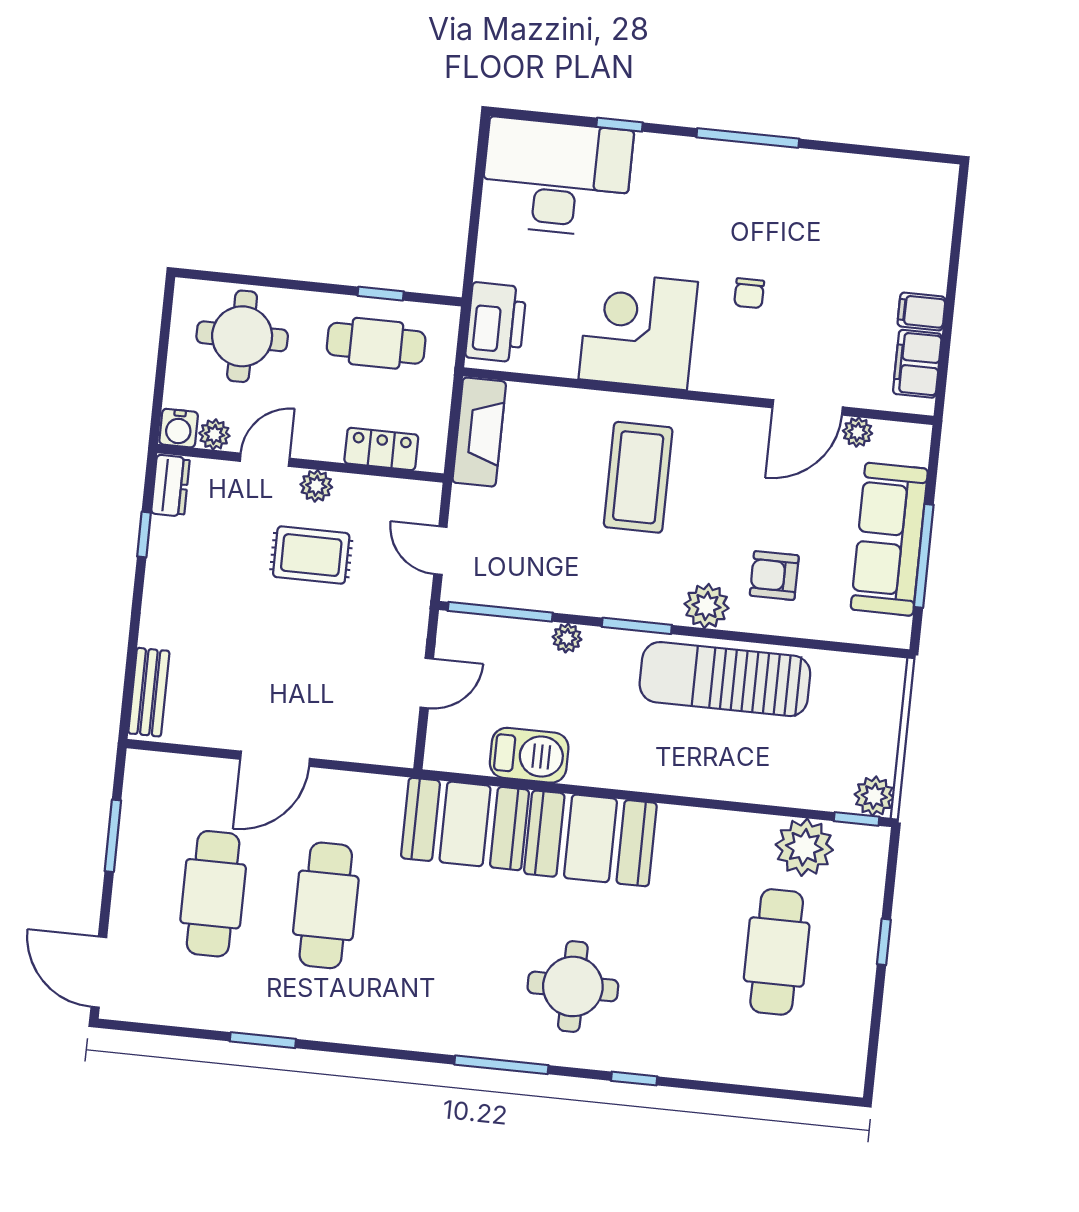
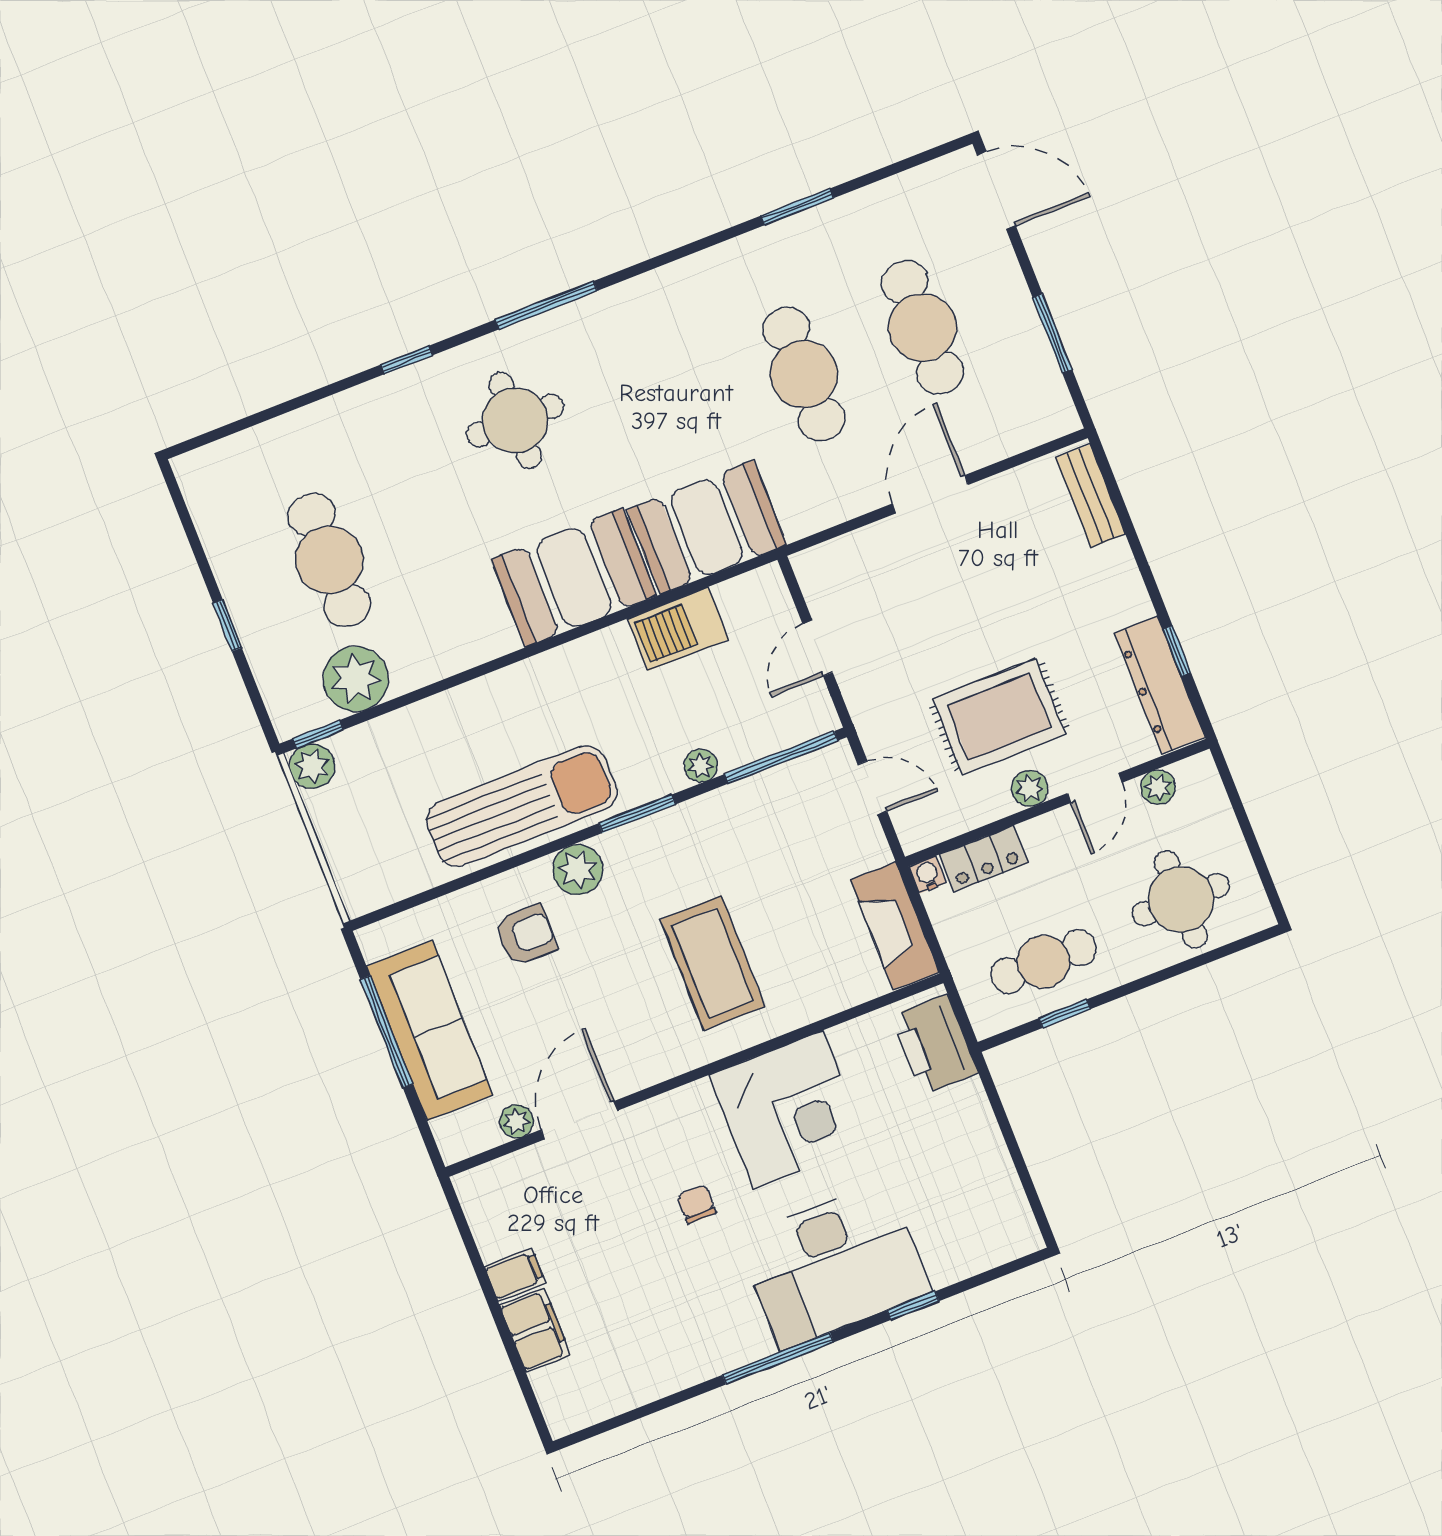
desk: (557, 178) -> (834, 1265), moved
filing cabinet: (917, 364) -> (535, 1330), moved
water cooler: (179, 428) -> (928, 875), moved, width x0.72, depth x0.72
dresser: (170, 486) -> (1160, 685), width x1.96, depth x1.24
rug: (311, 555) -> (999, 717), width x1.36, depth x1.43

